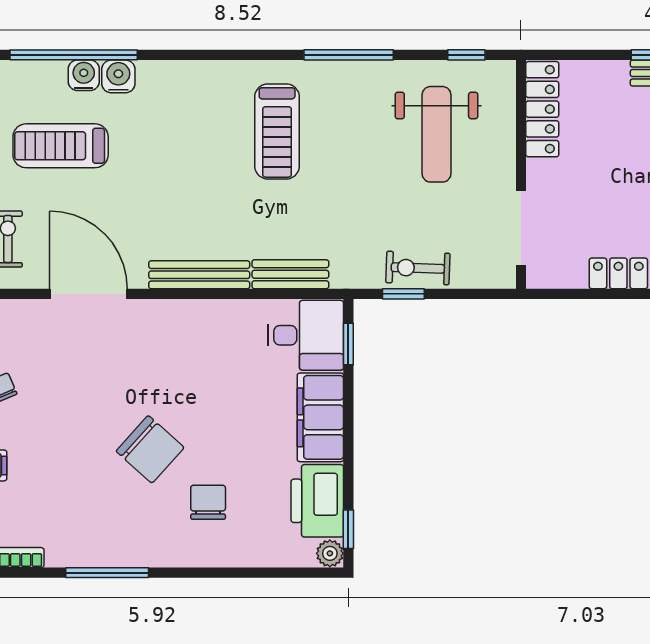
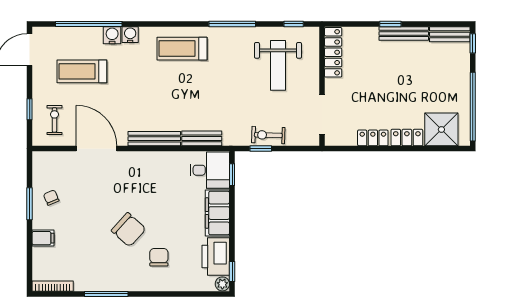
water cooler: (84, 75) -> (130, 35), moved
treadmill: (277, 131) -> (182, 49), moved, turned 90

